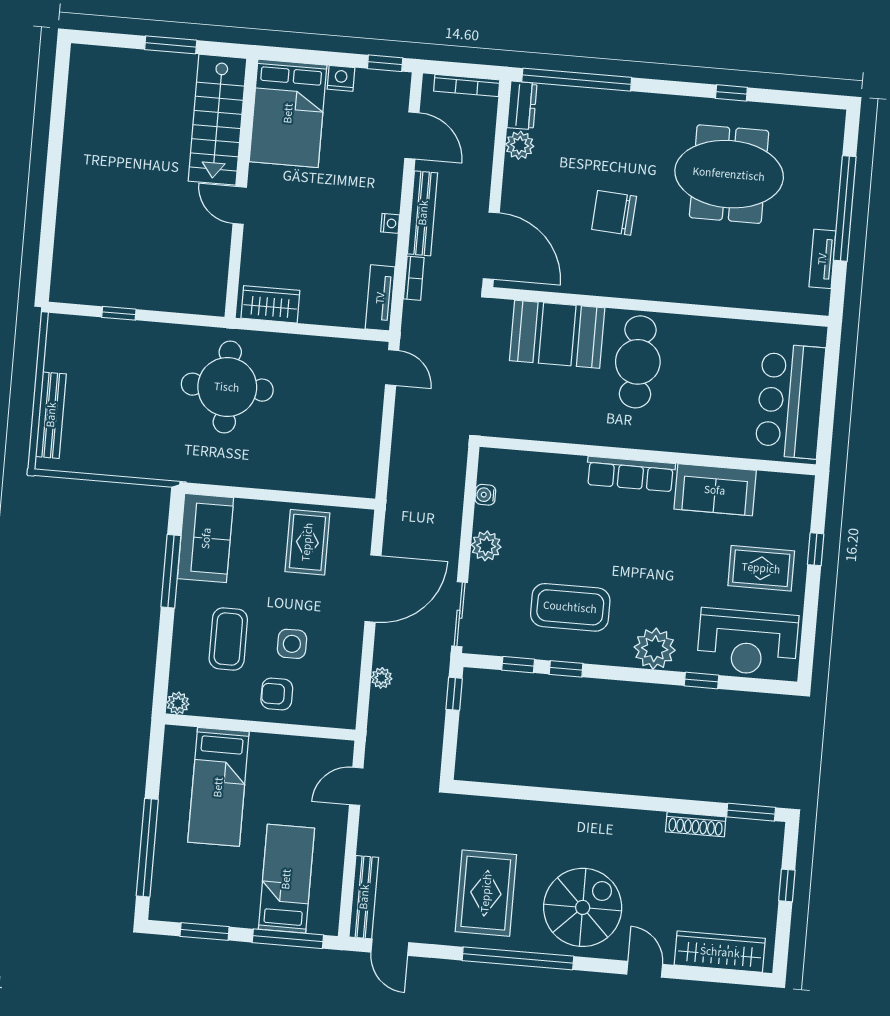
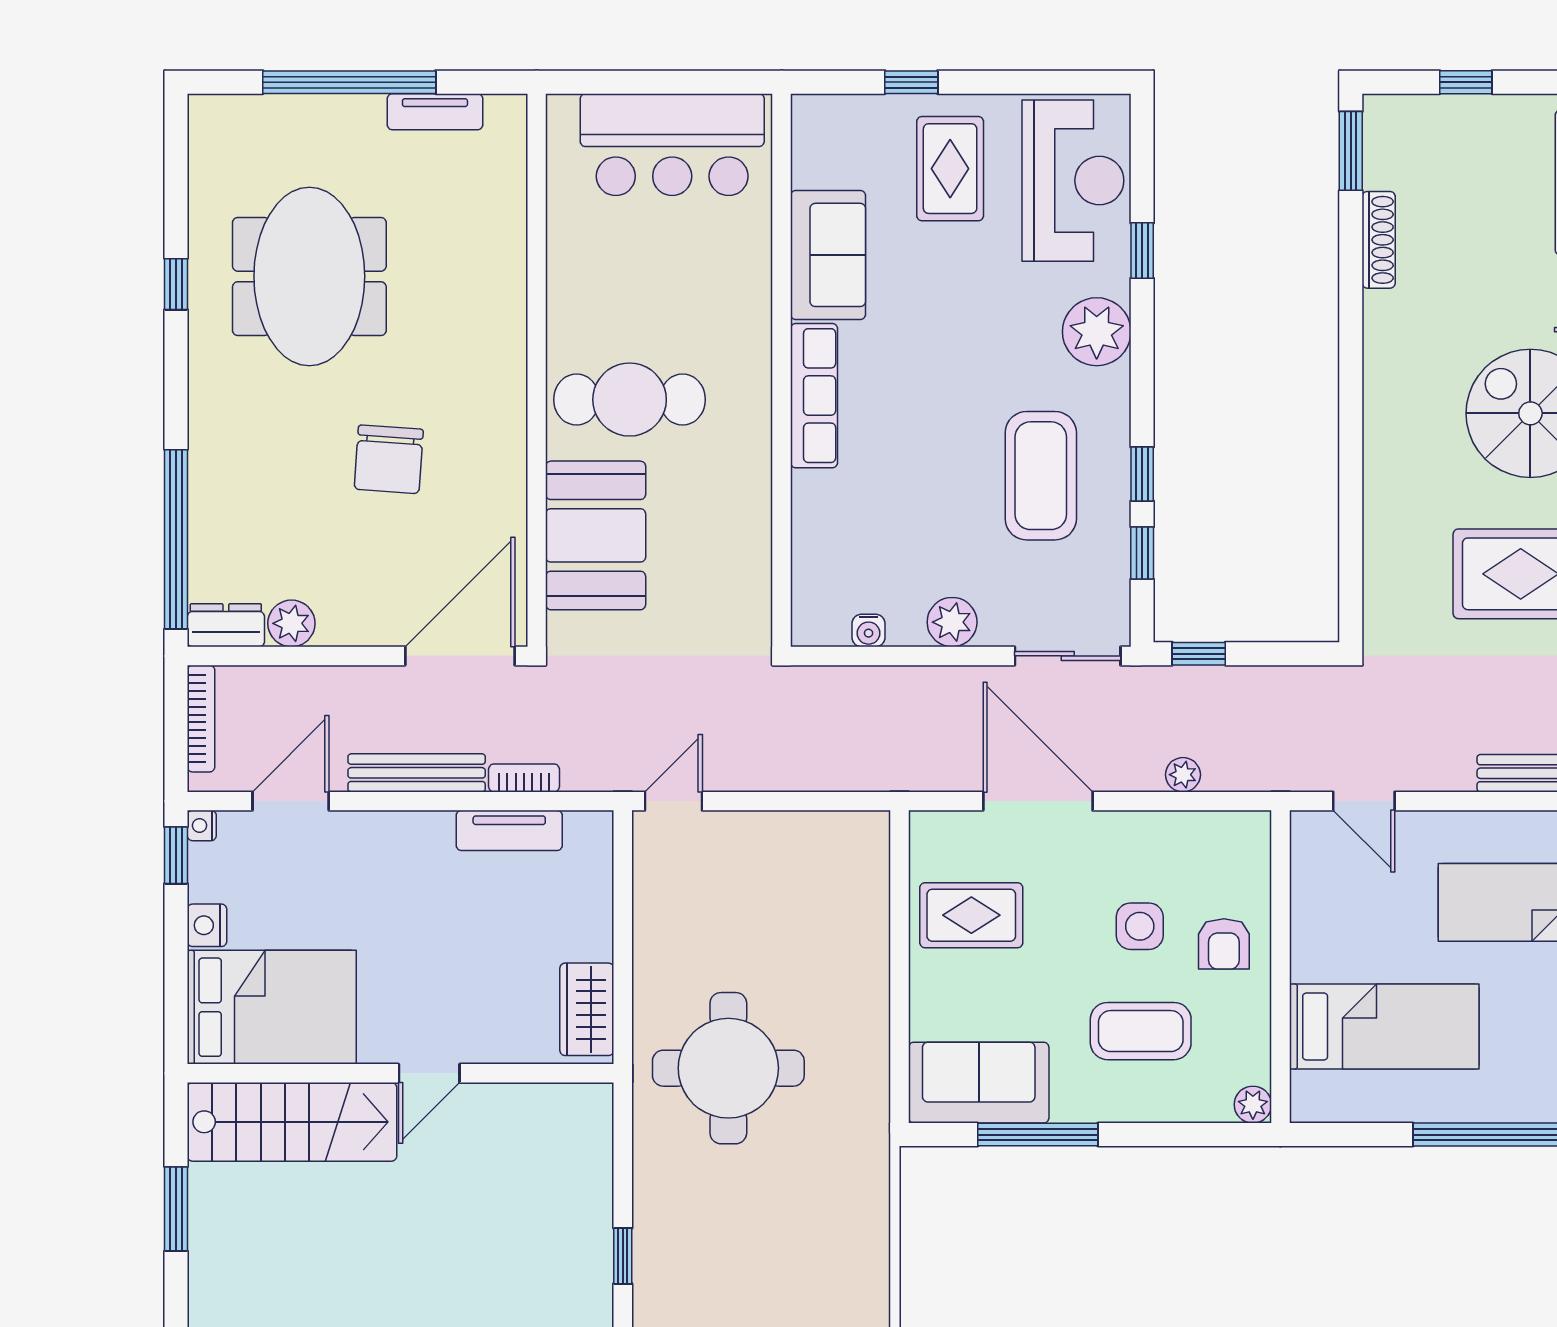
nightstand: (390, 223) -> (202, 825), moved, turned -90
tv unit: (380, 298) -> (509, 830), moved

